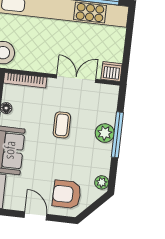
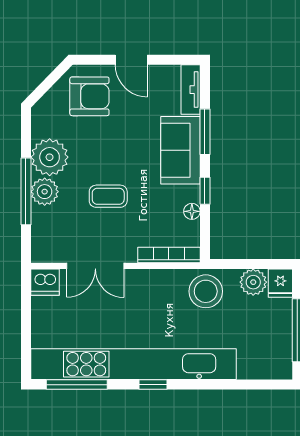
coffee table: (62, 125) -> (108, 196), turned 90
plant: (102, 182) -> (50, 157), moved, width x1.87, depth x1.87

